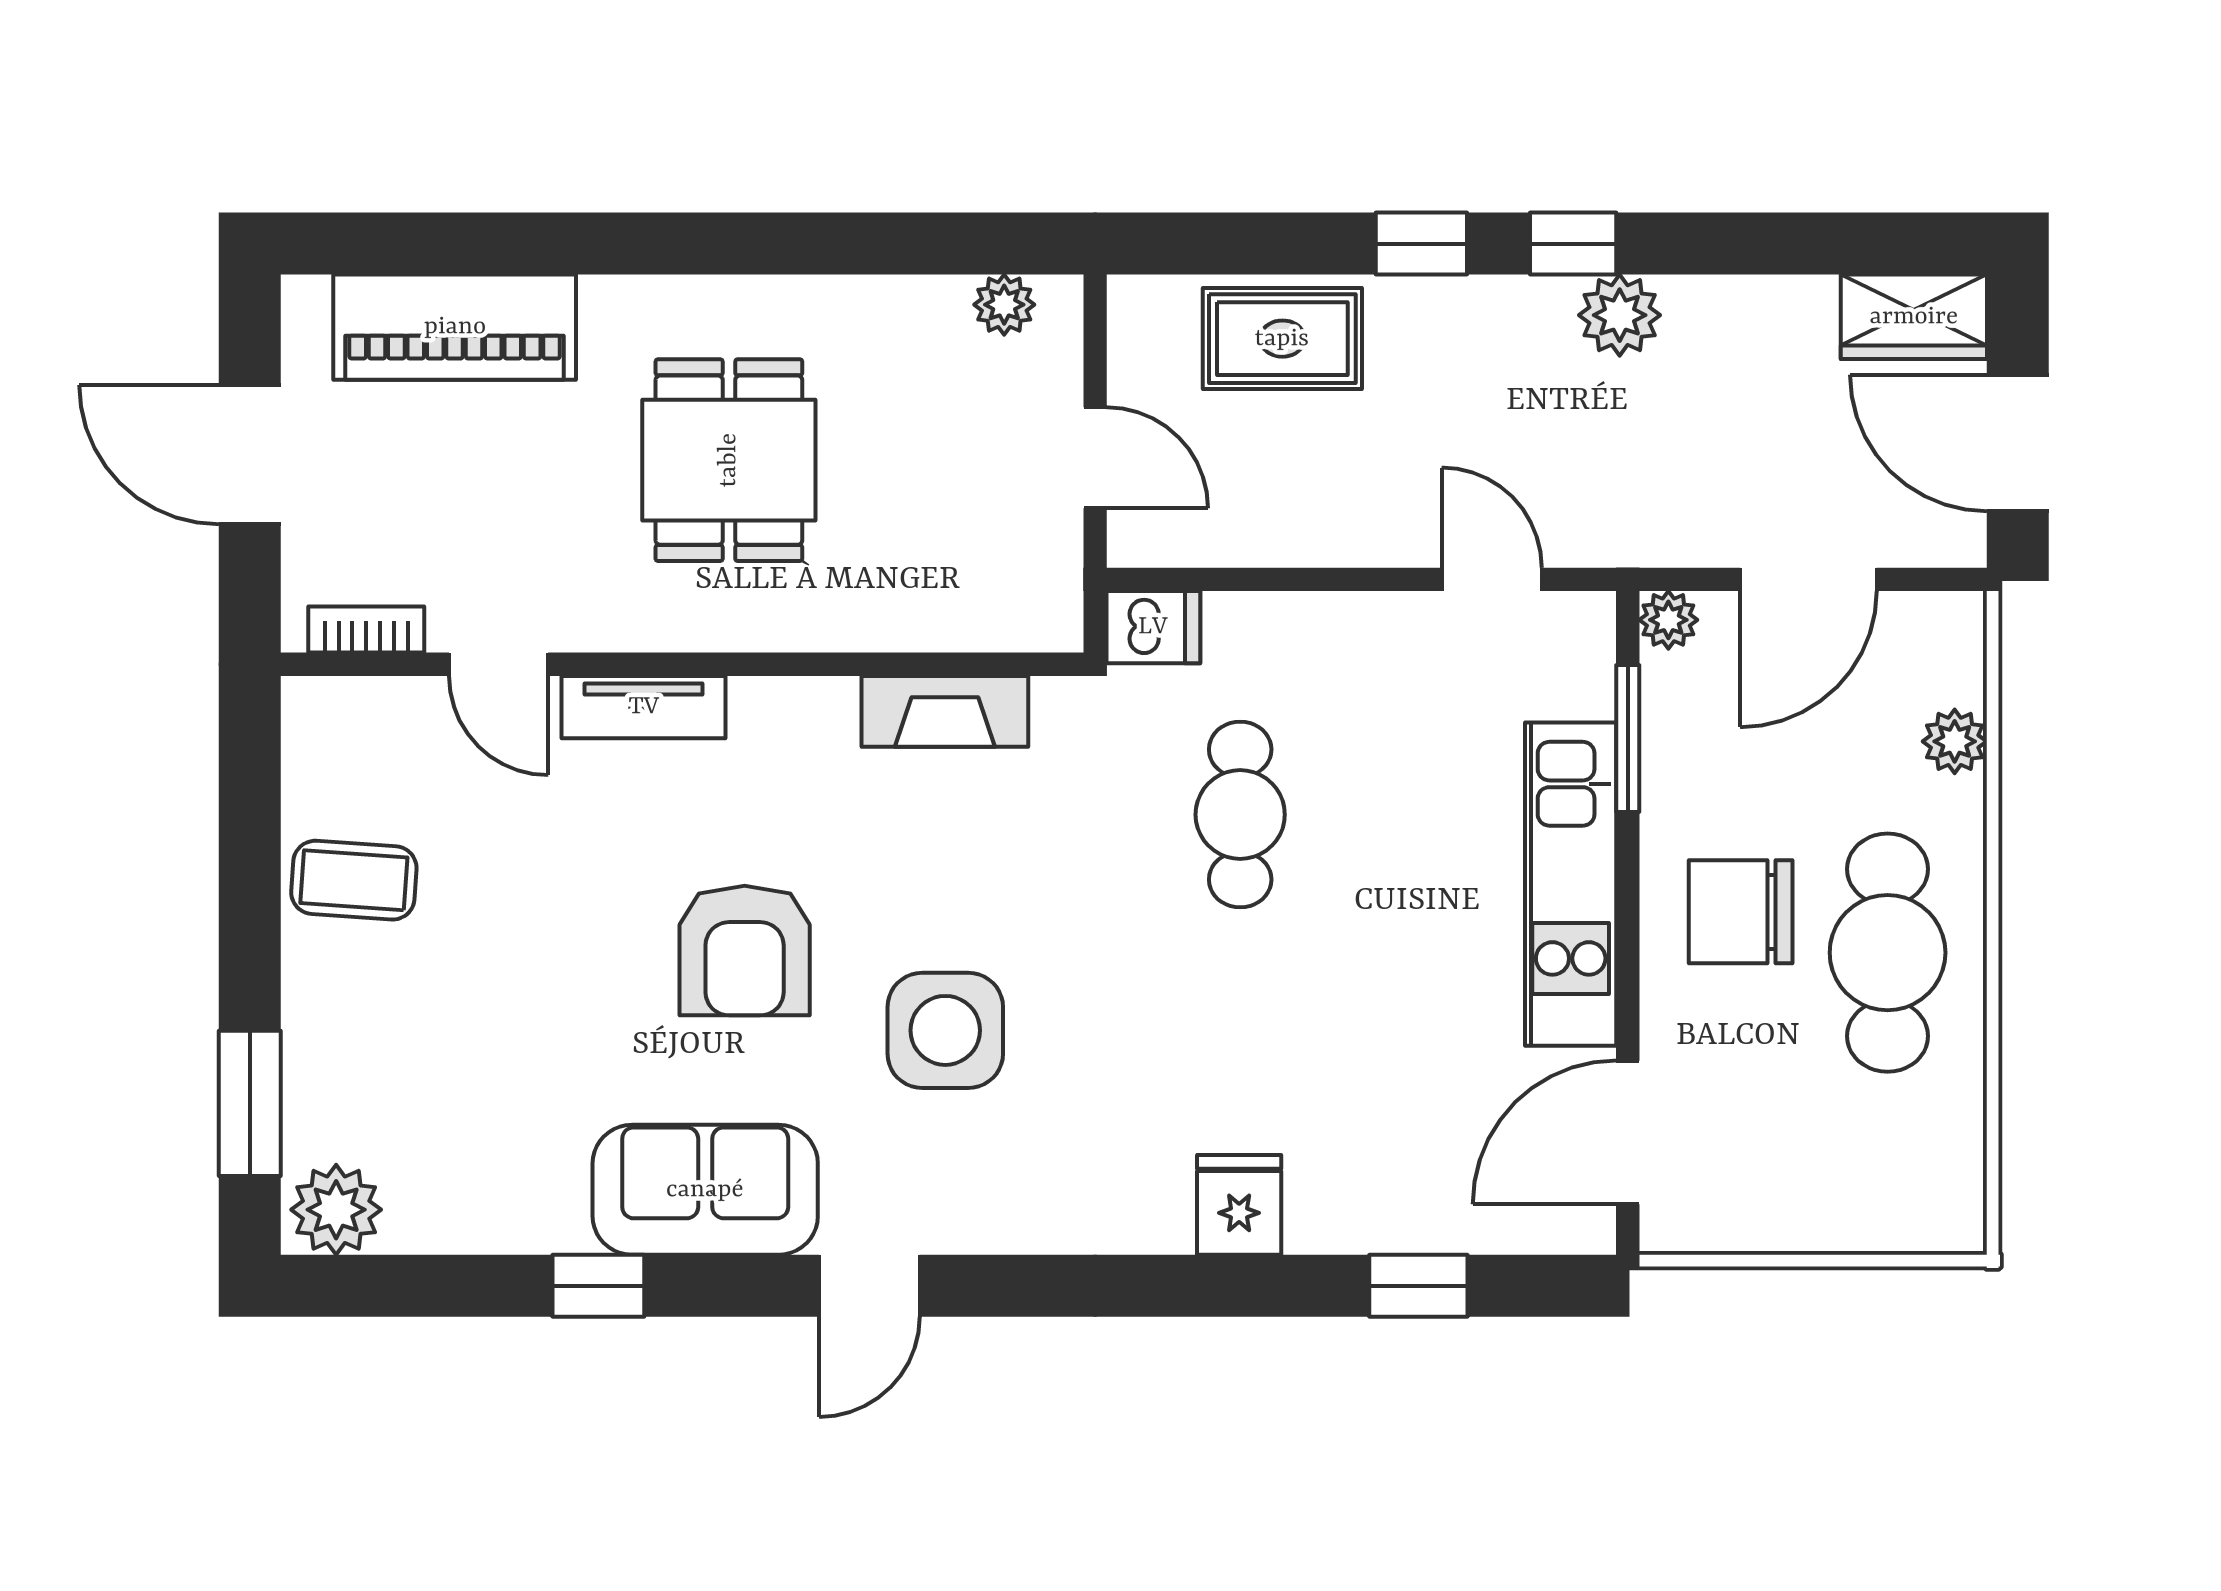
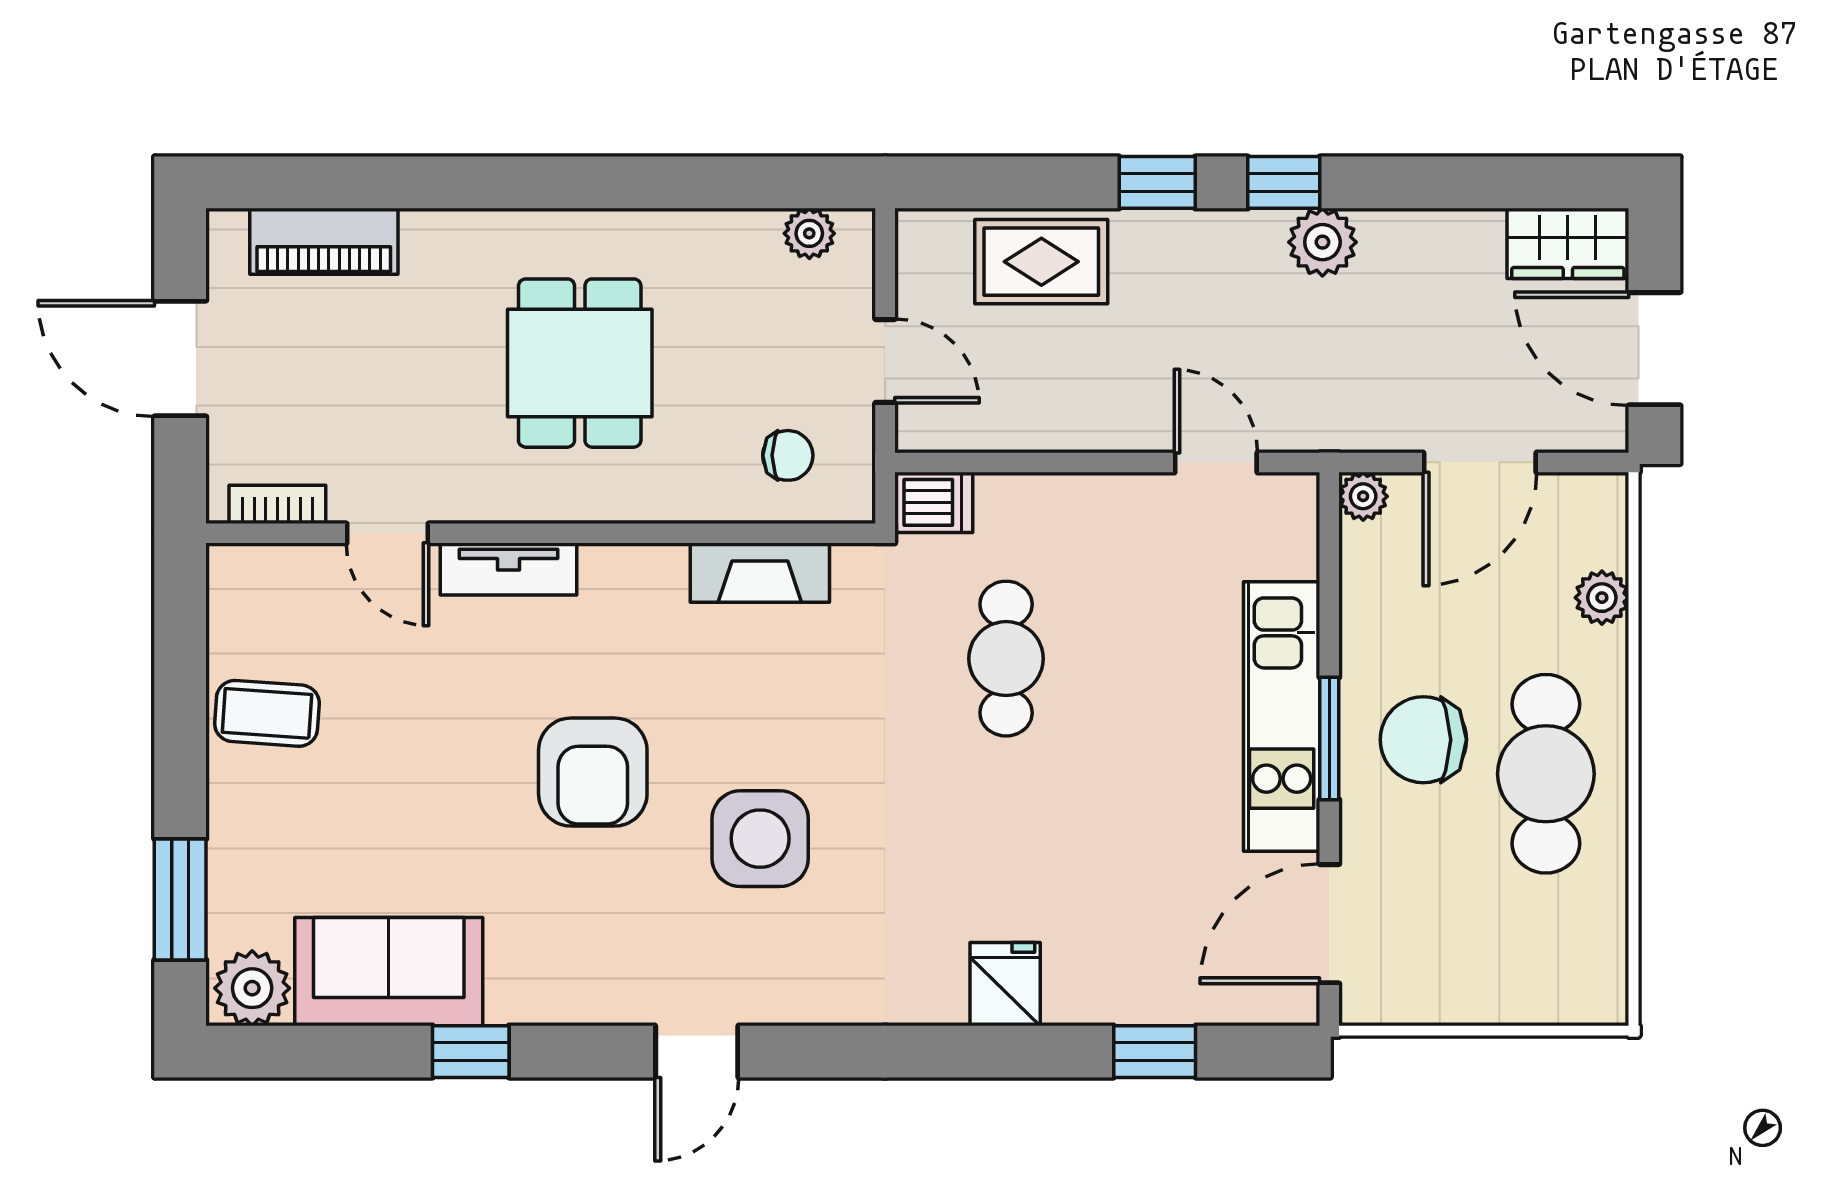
piano: (455, 327) -> (324, 241), width x0.73, depth x0.75
chair: (978, 571) -> (788, 455), added
window: (1628, 739) -> (1329, 739), moved
sofa: (705, 1190) -> (389, 972), moved

